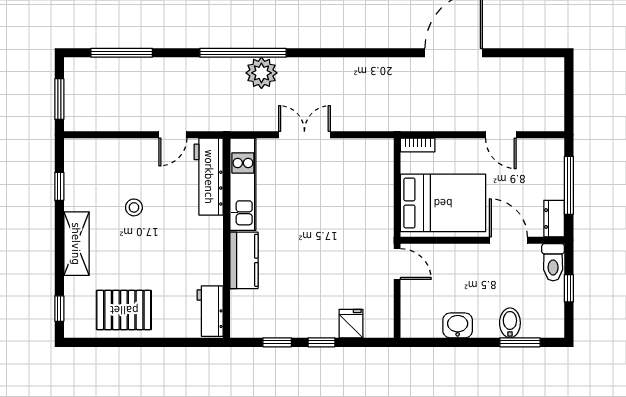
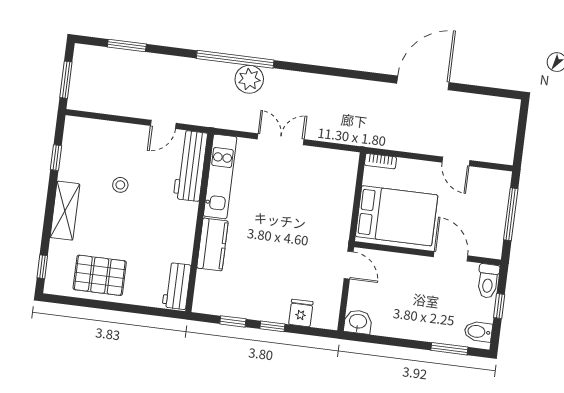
window: (122, 53) -> (127, 46), width x0.69
dresser: (554, 219) -> (494, 242), removed
bidet: (510, 323) -> (478, 332), moved, turned -90
washbasin: (458, 325) -> (358, 322), moved

